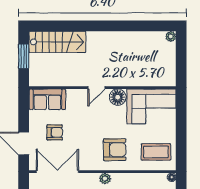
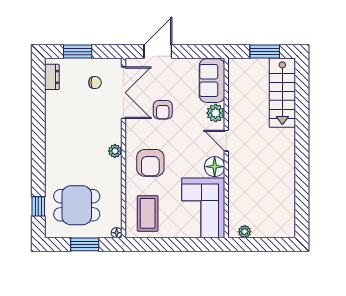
plant: (171, 36) -> (245, 232), moved
plant: (74, 96) -> (216, 113), added
armchair: (55, 132) -> (163, 110), moved

